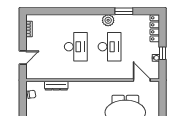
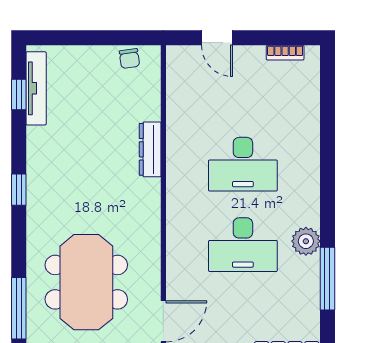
window: (124, 11) -> (327, 279), width x1.44
dresser: (56, 86) -> (150, 149), moved

